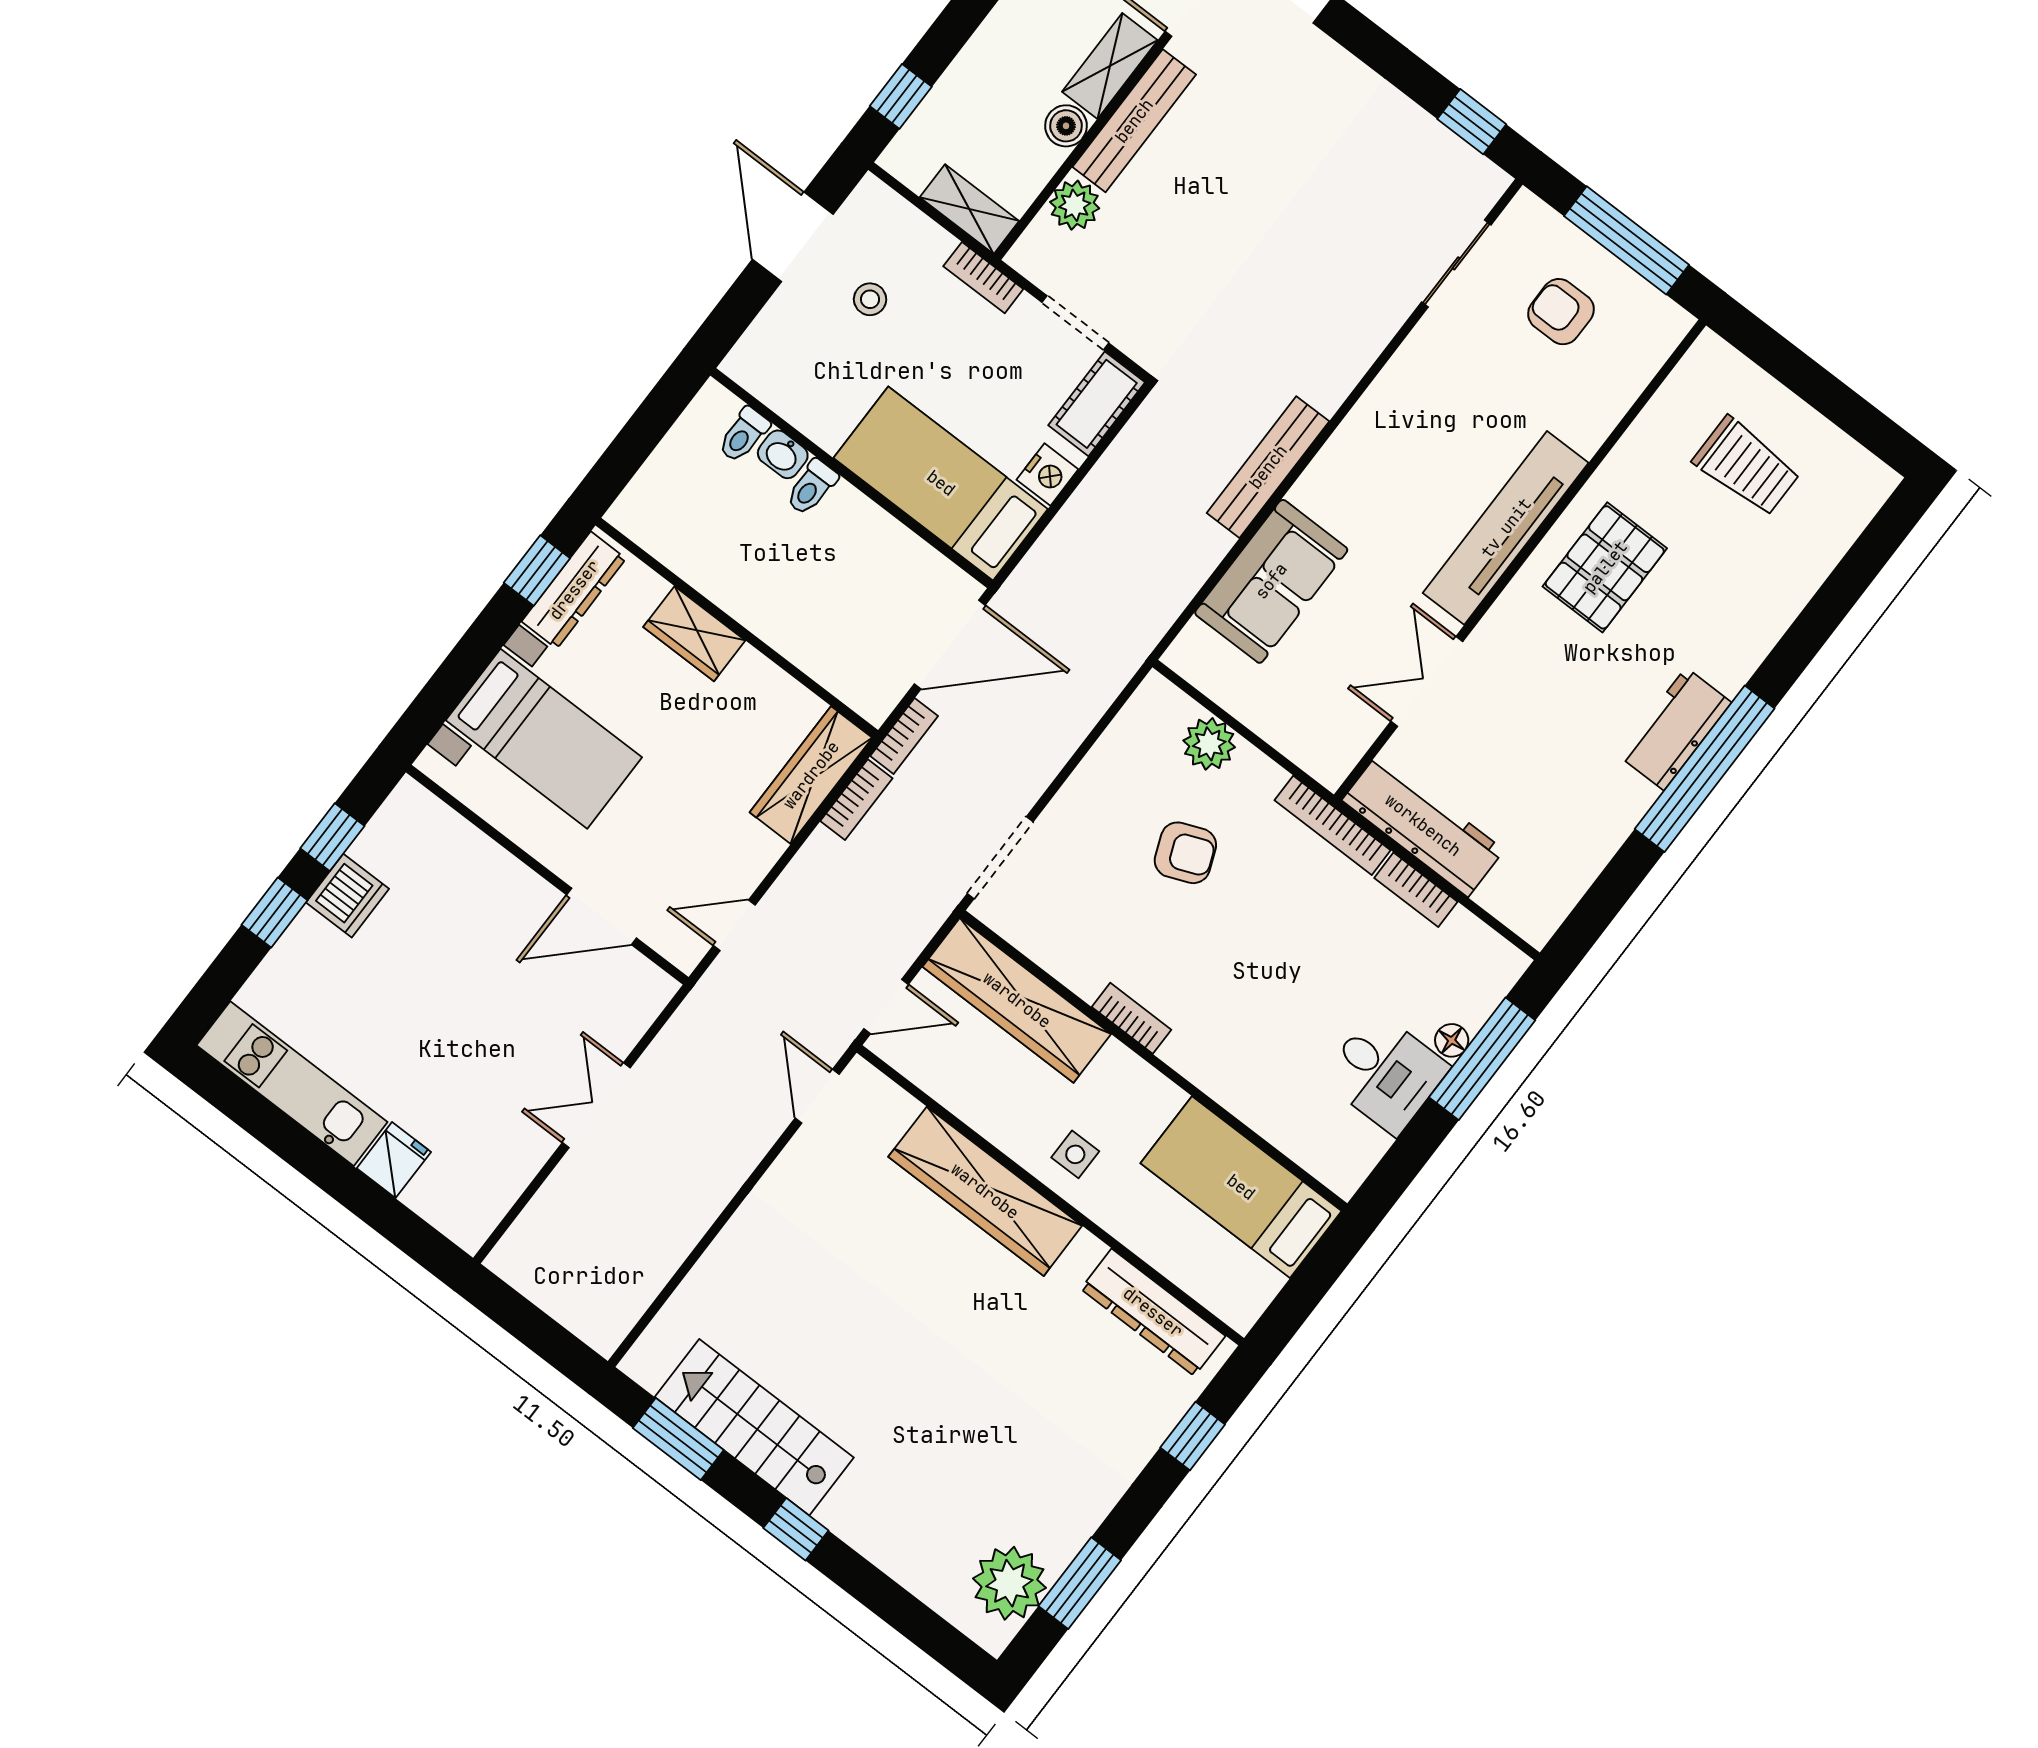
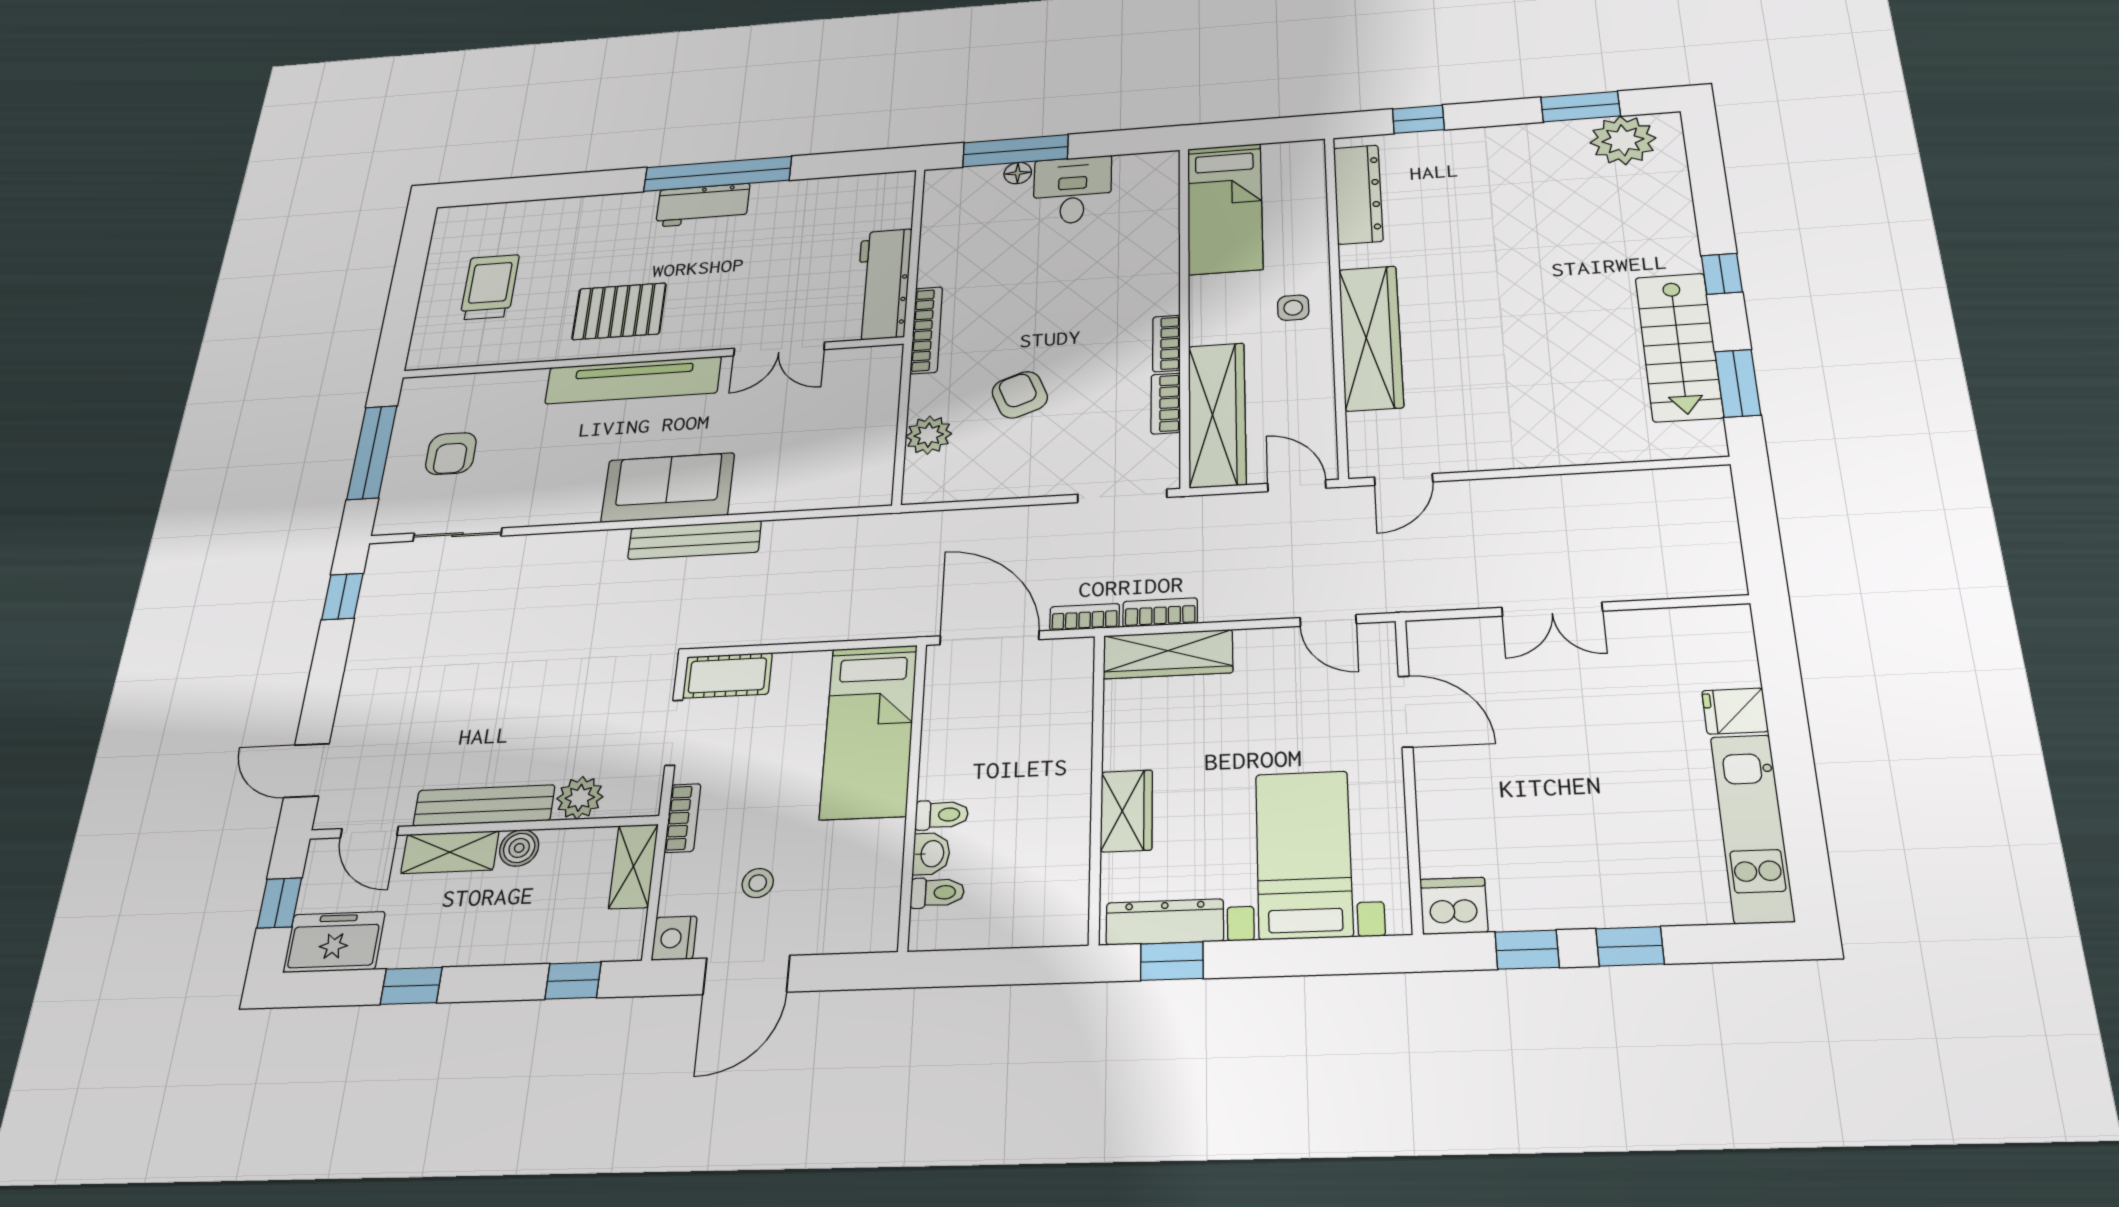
nightstand: (1047, 474) -> (674, 938), moved, turned -90
sofa: (1271, 581) -> (668, 488), moved
bookcase: (1416, 890) -> (1166, 403), moved, turned 180
dishwasher: (348, 896) -> (1454, 906), moved

